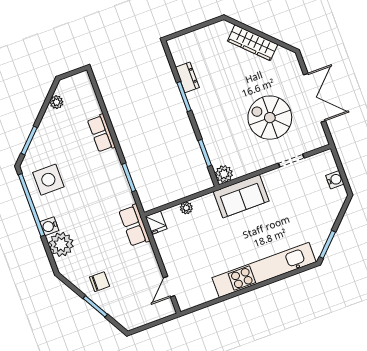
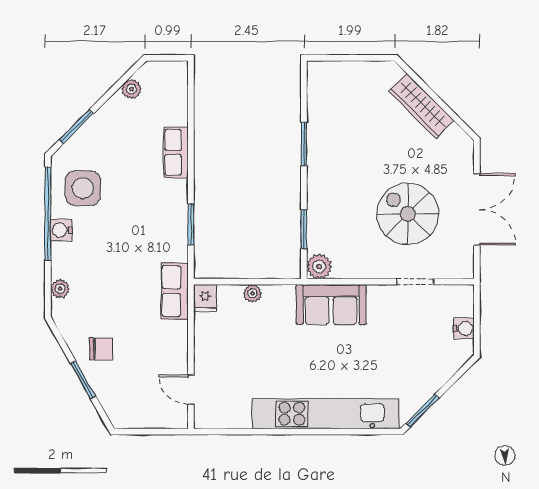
dresser: (187, 77) -> (318, 120), removed
water cooler: (49, 226) -> (61, 230), moved
plant: (61, 244) -> (60, 289), width x0.53, depth x0.53
door: (169, 287) -> (191, 390), hinge flipped

